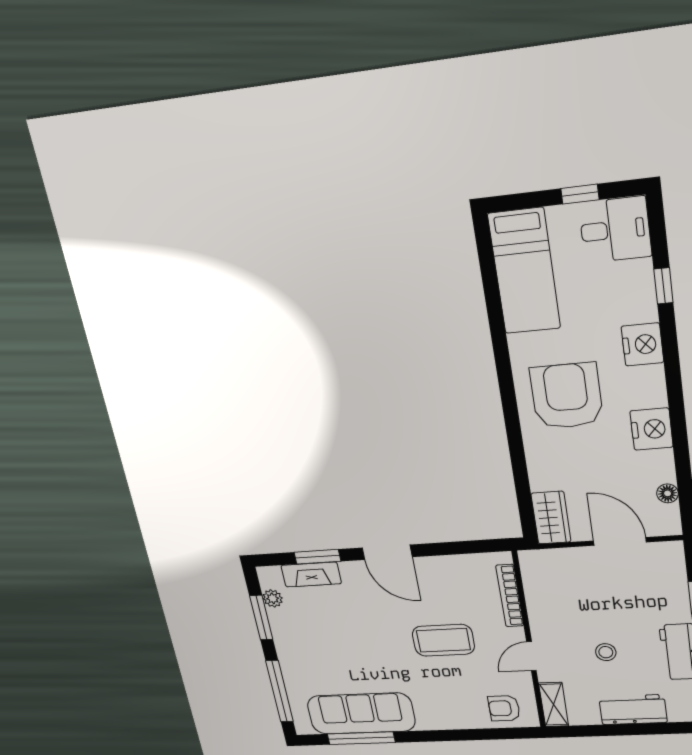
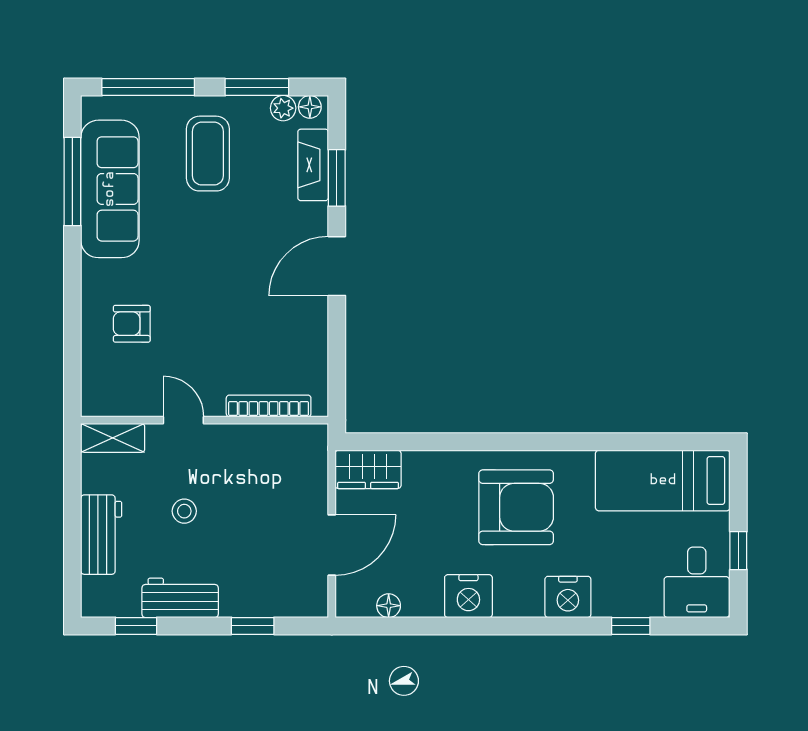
floor lamp: (267, 580) -> (310, 107), added
coffee table: (443, 640) -> (208, 154), moved
armchair: (504, 708) -> (132, 324), moved, turned -90

